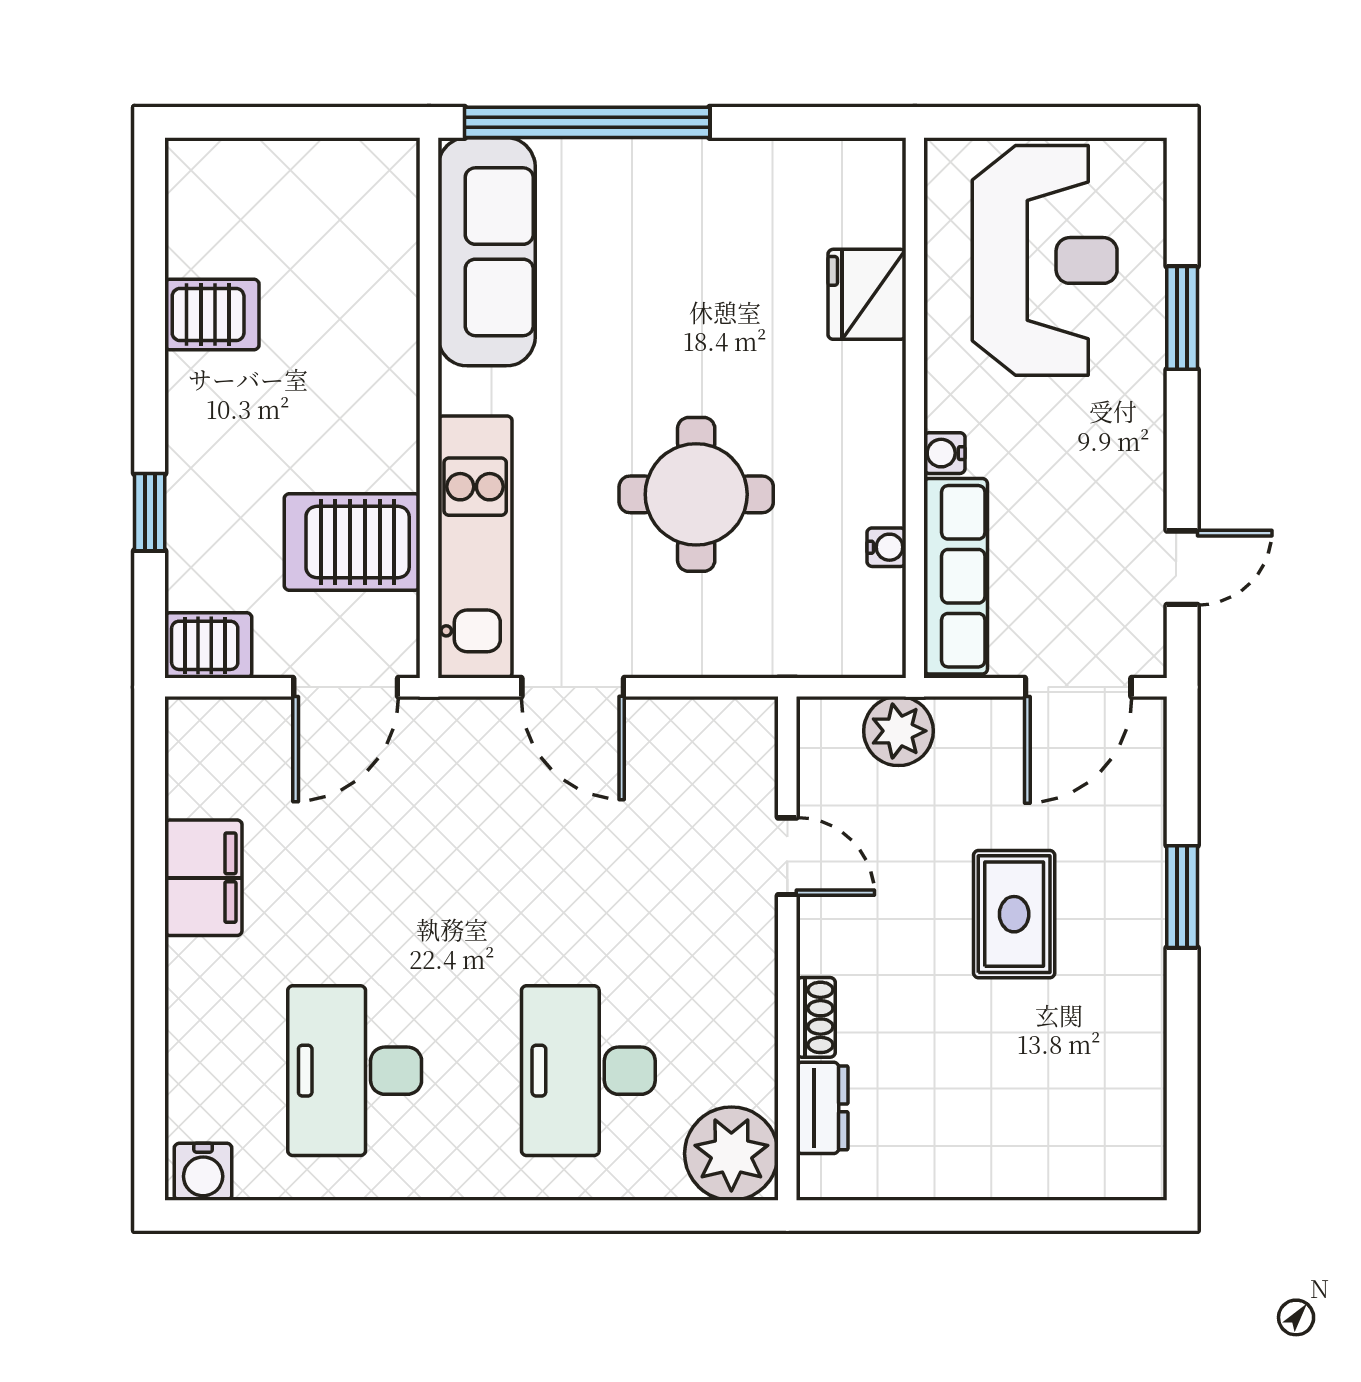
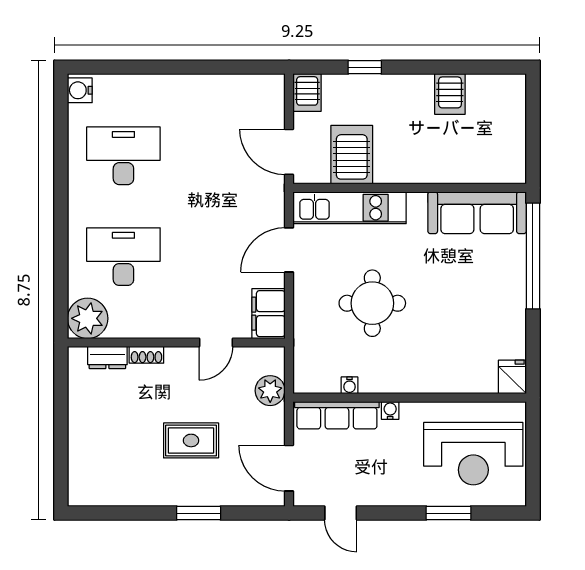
fridge: (867, 294) -> (512, 377), moved, width x0.72
filing cabinet: (203, 878) -> (268, 314), moved, turned 90

